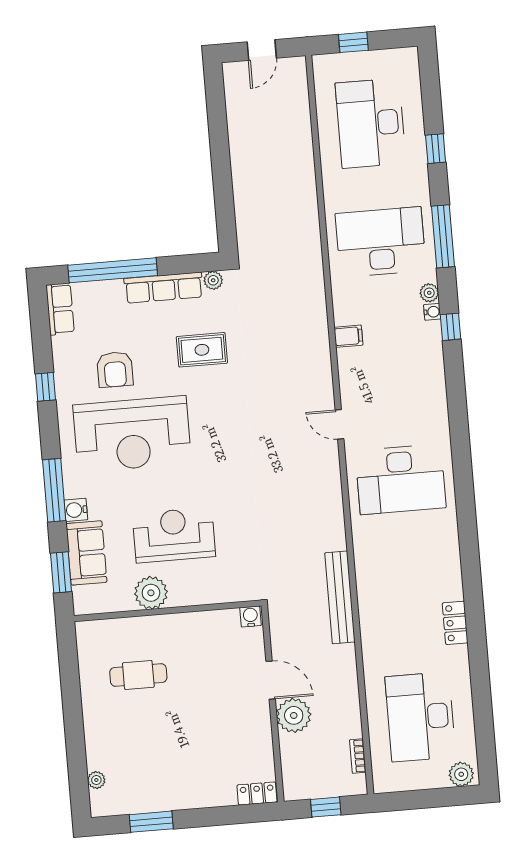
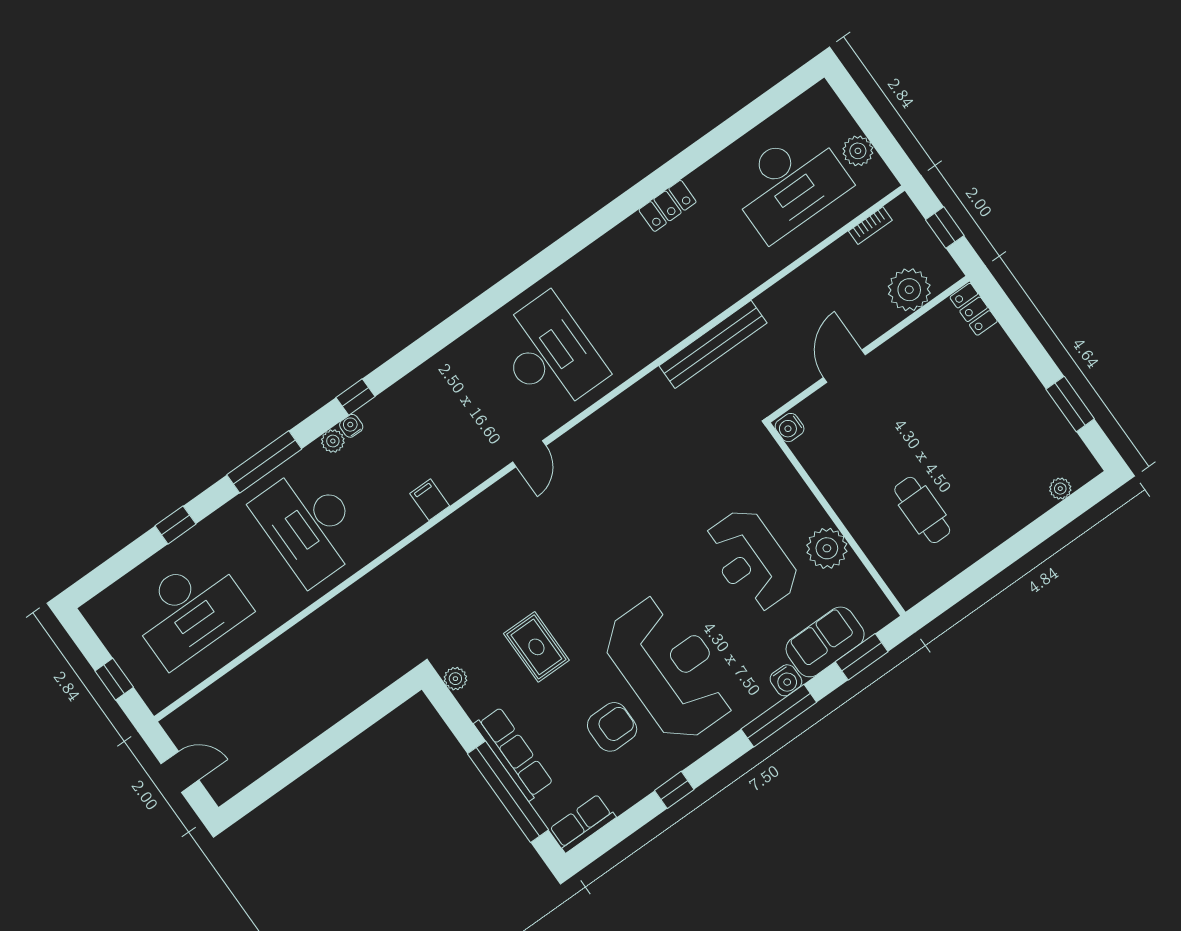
row of seats: (164, 288) -> (514, 754), moved
plant: (294, 715) -> (909, 290), moved
plant: (461, 774) -> (858, 151), moved

